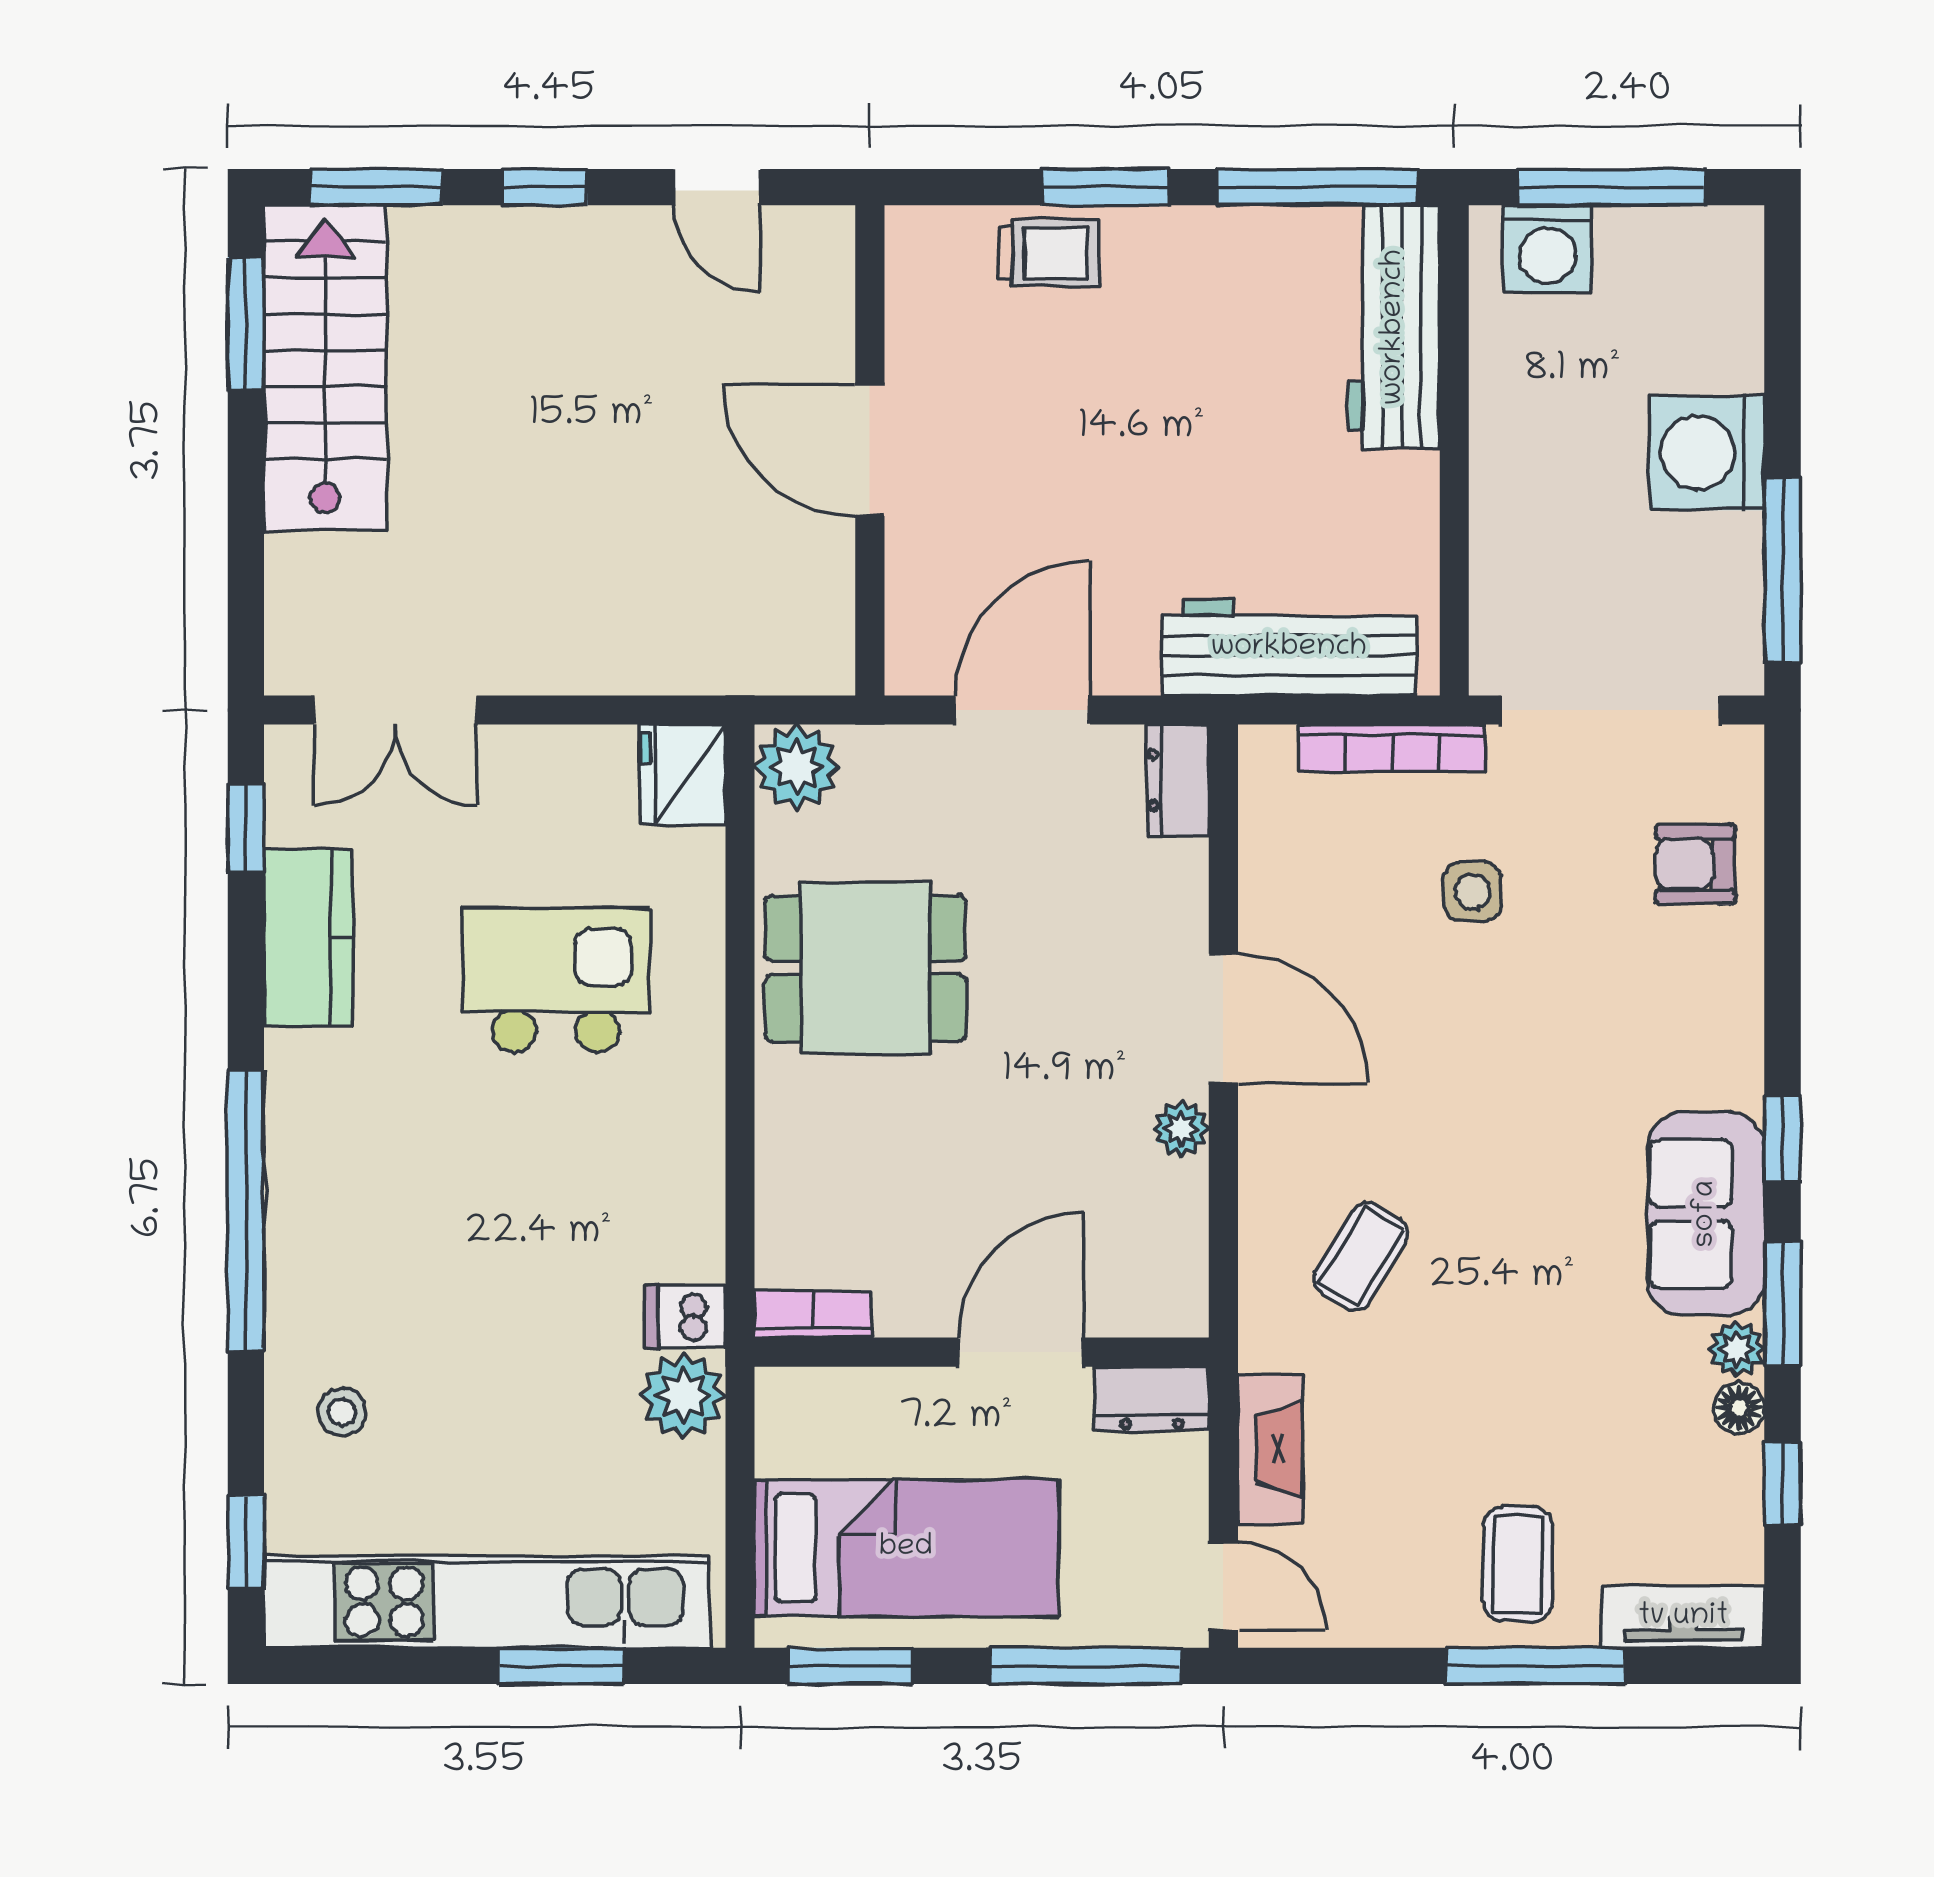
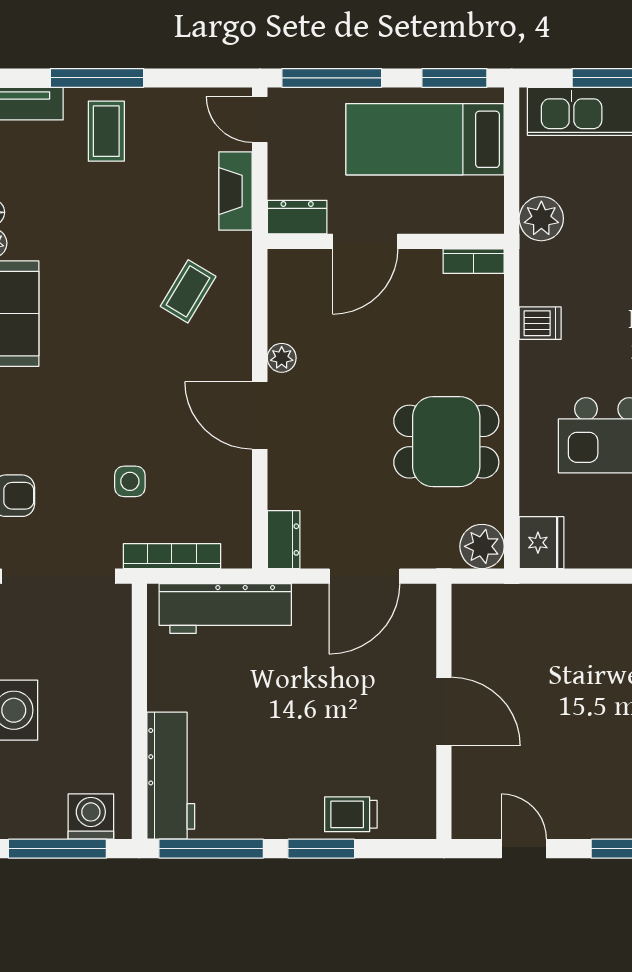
dishwasher: (685, 1317) -> (540, 323), moved

